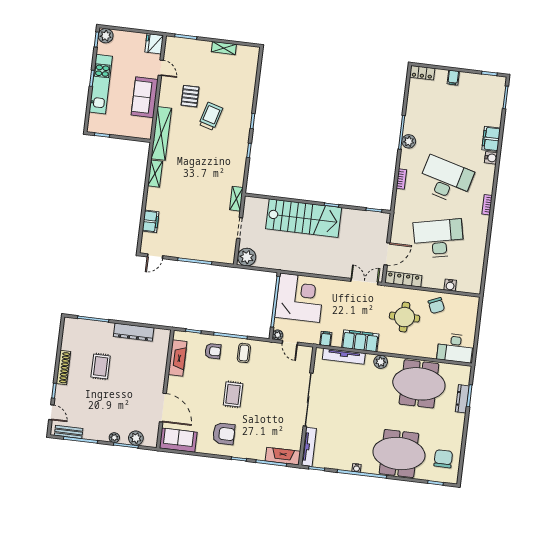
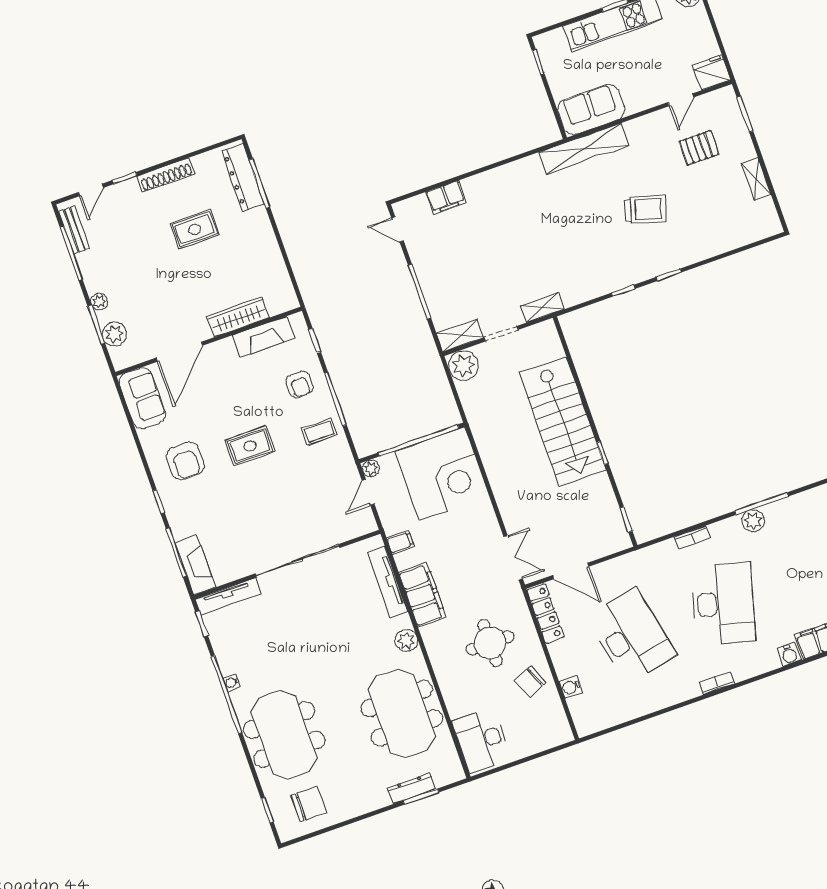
pallet: (190, 96) -> (699, 148), moved
sofa: (145, 97) -> (591, 109), moved
shelving: (155, 174) -> (460, 336), moved
dresser: (134, 332) -> (243, 177), moved
wardrobe: (160, 366) -> (238, 317), added

